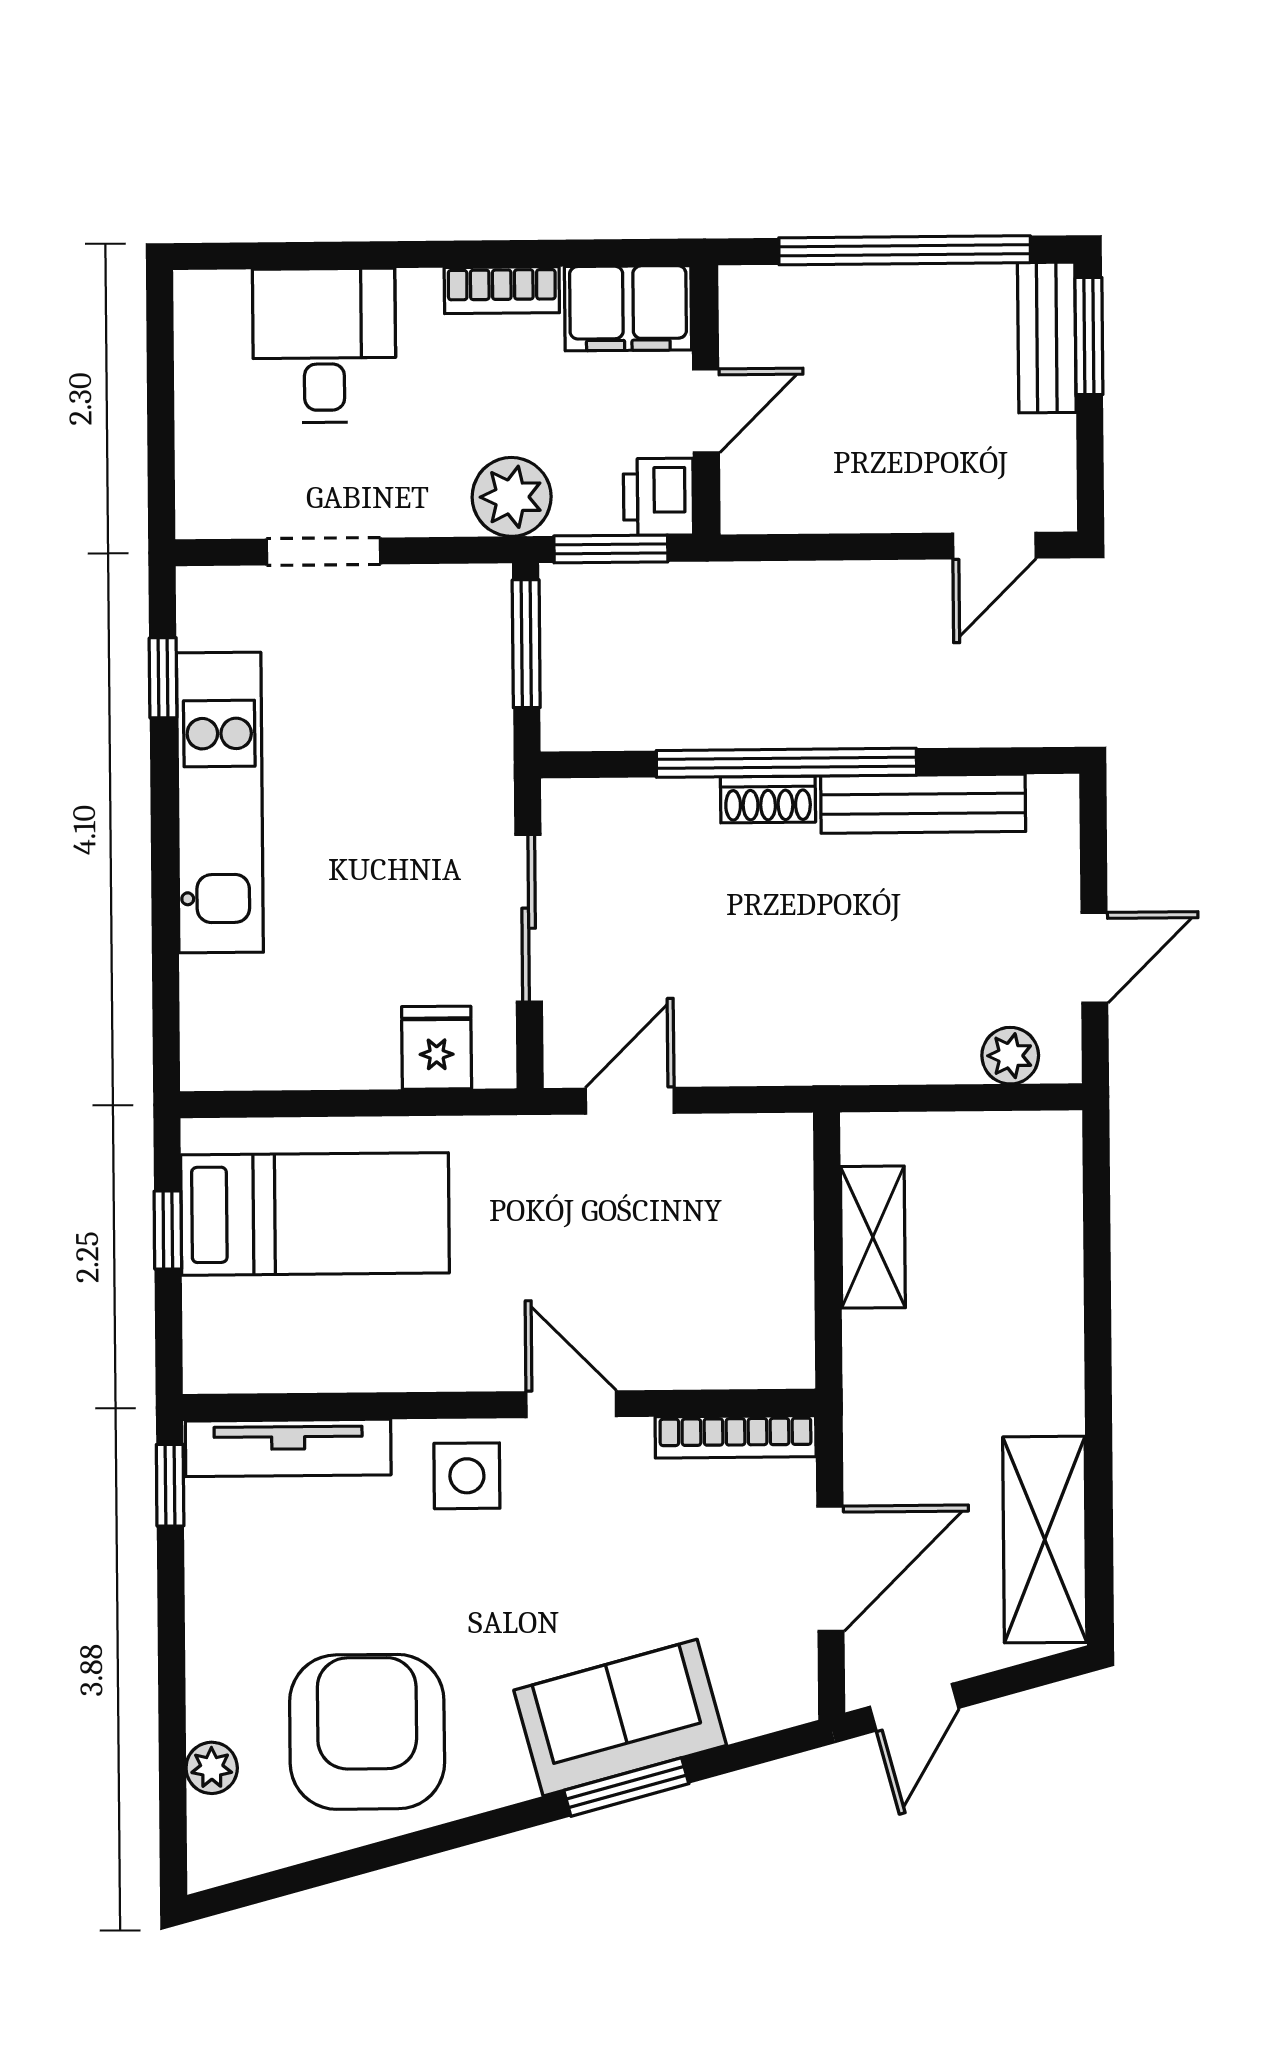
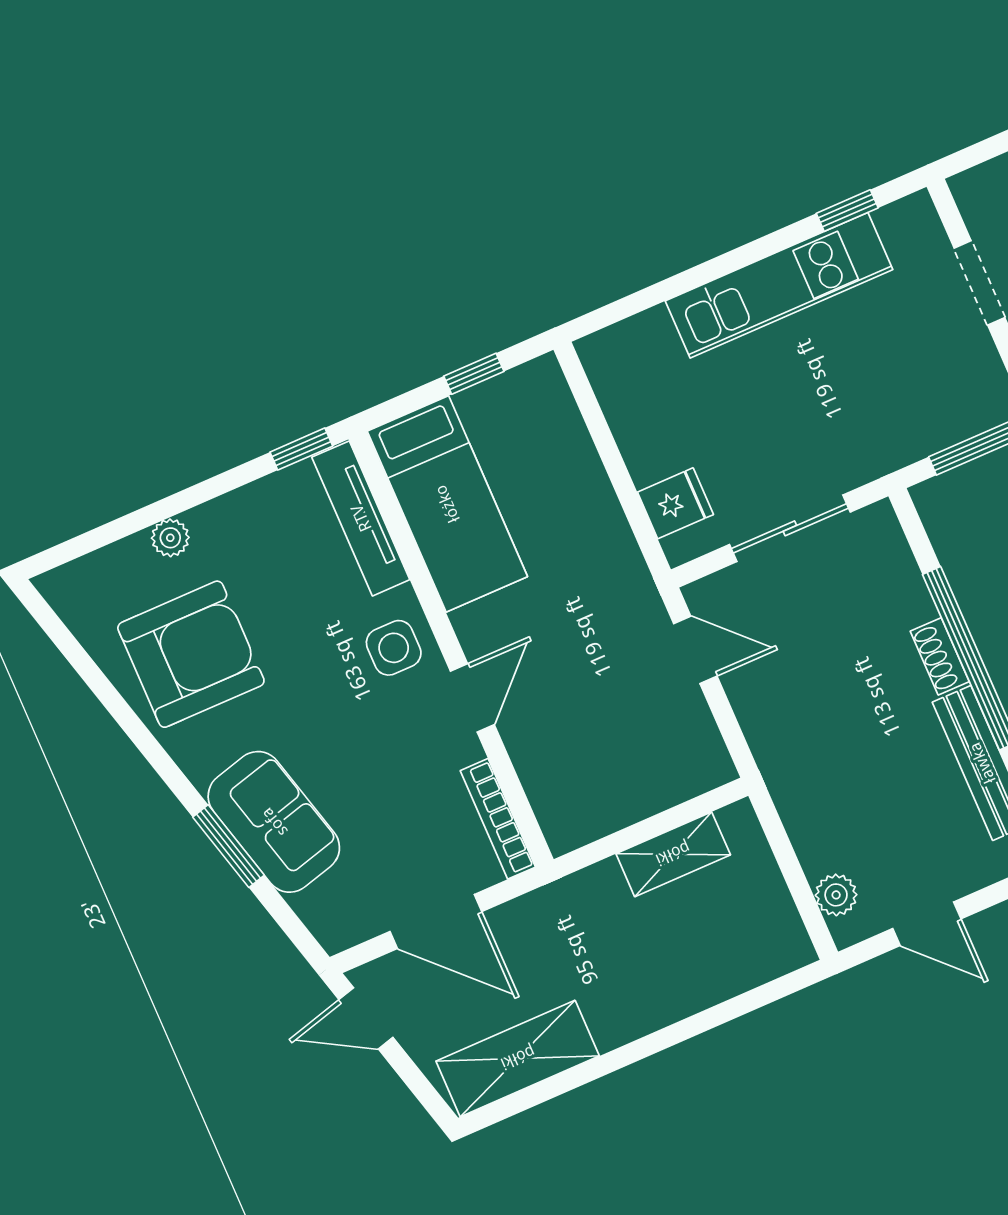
bed: (315, 1214) -> (447, 504), moved
plant: (212, 1768) -> (170, 538), moved

